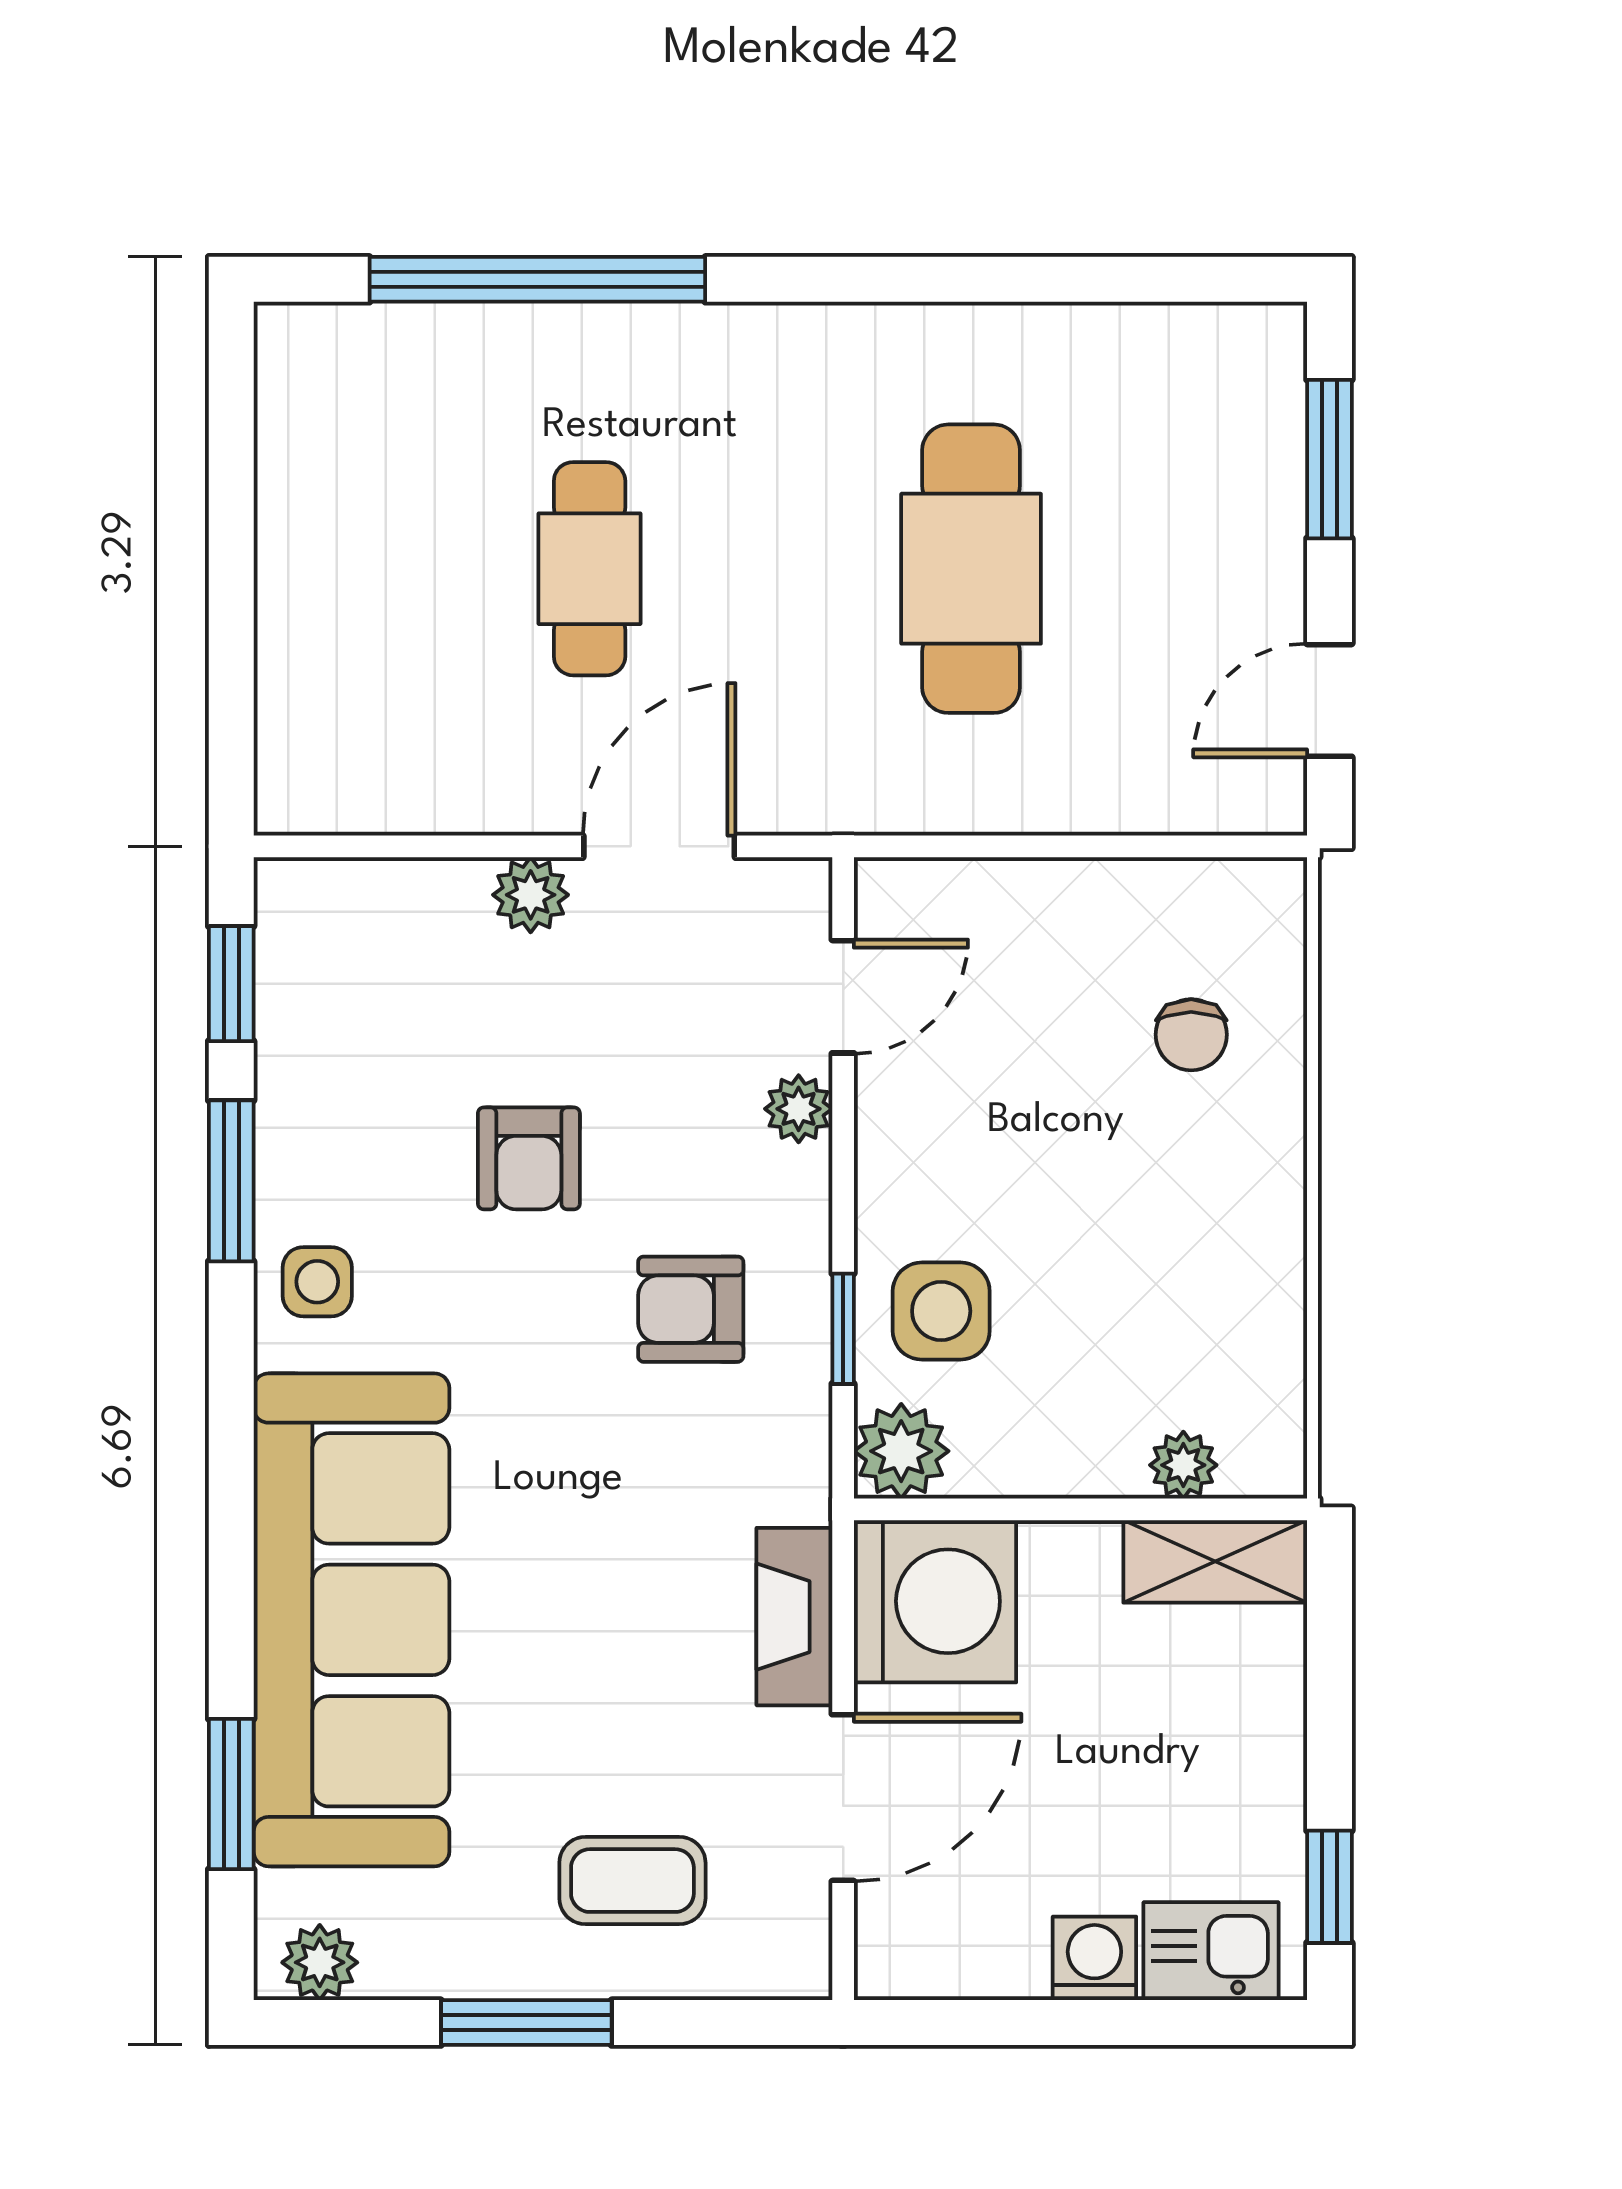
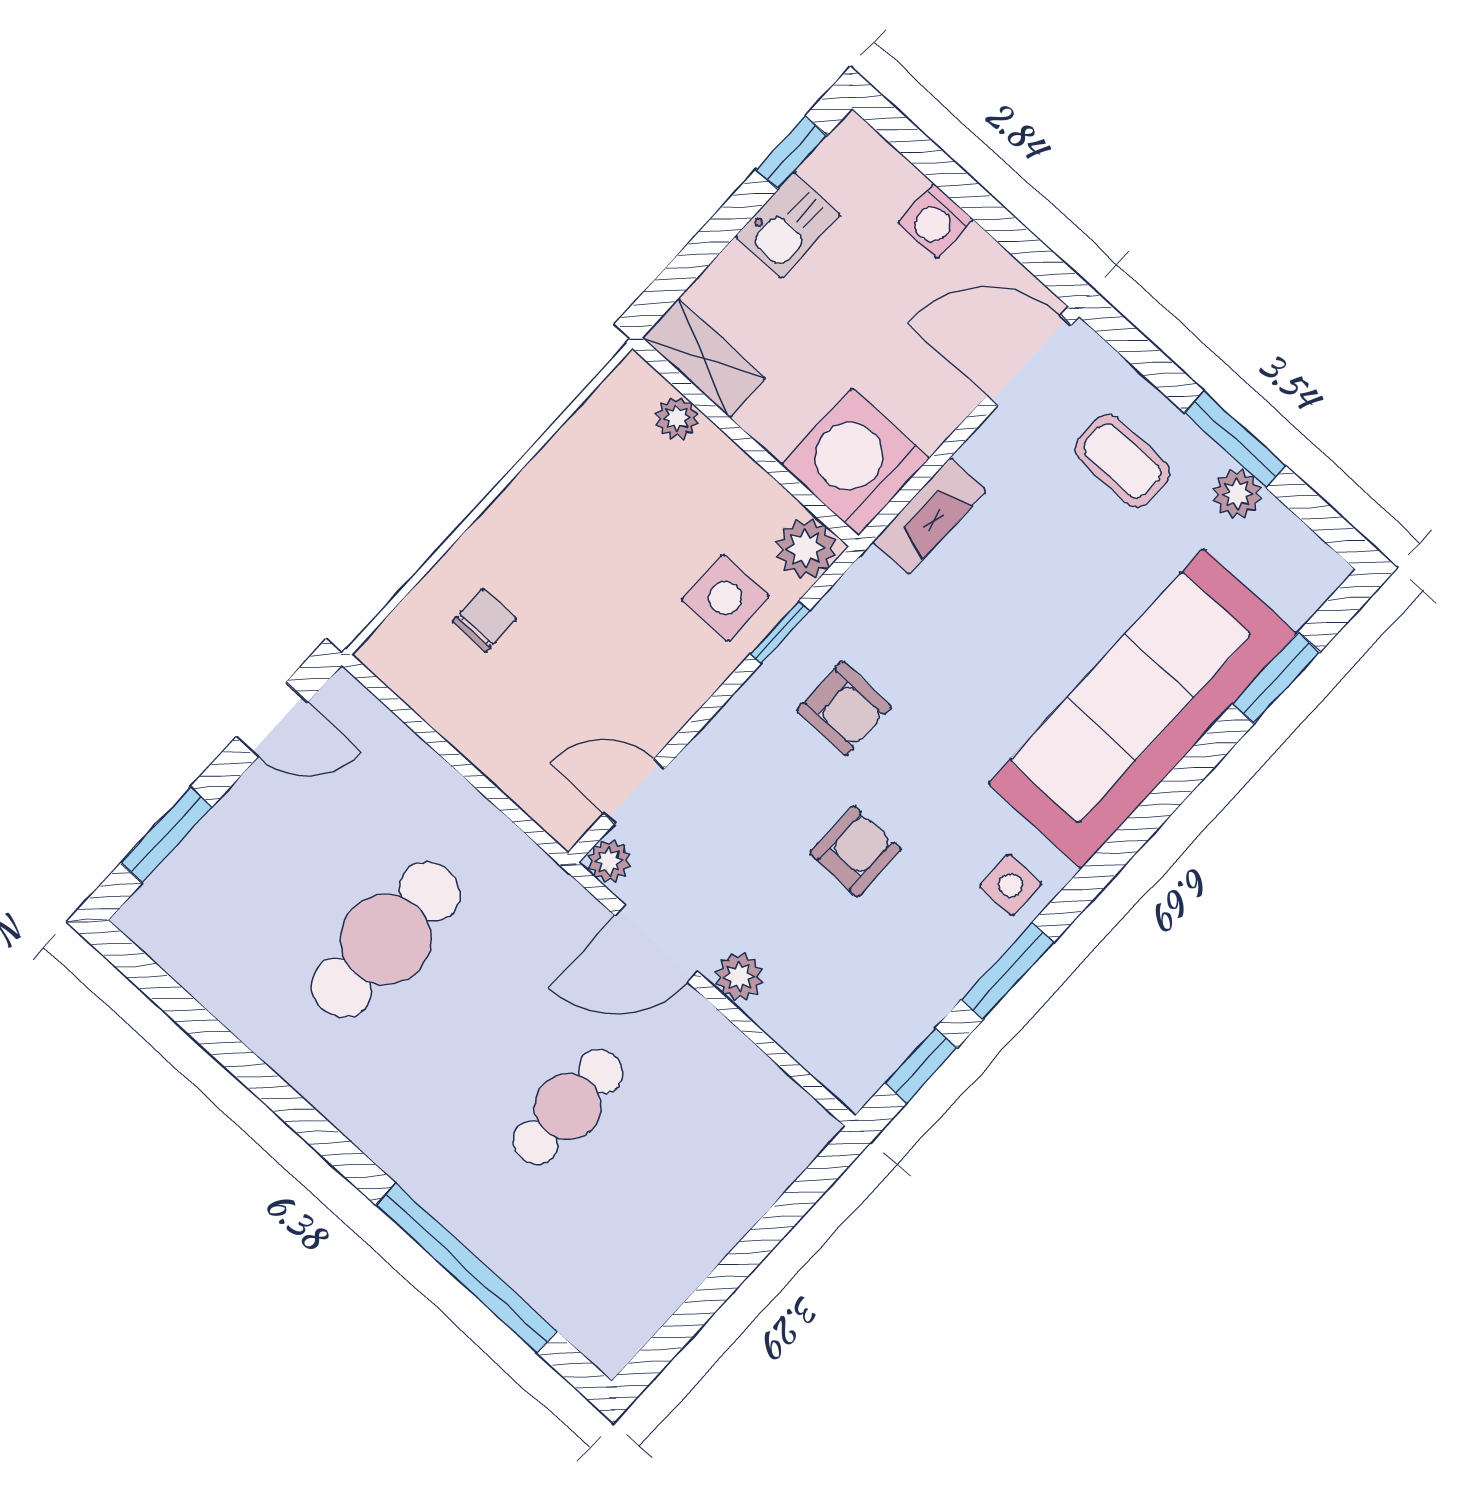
plant: (799, 1109) -> (609, 861), moved
door: (843, 1798) -> (1029, 361), moved
kitchen sink: (1211, 1951) -> (788, 225), moved, turned -90
plant: (320, 1962) -> (1237, 494), moved

